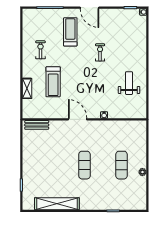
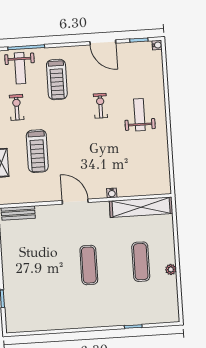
door: (90, 8) -> (103, 42), moved
weight bench: (45, 22) -> (20, 68), added
treadmill: (70, 32) -> (57, 79), turned 180
weight bench: (129, 83) -> (139, 115), moved
shelving: (57, 204) -> (141, 207), moved

